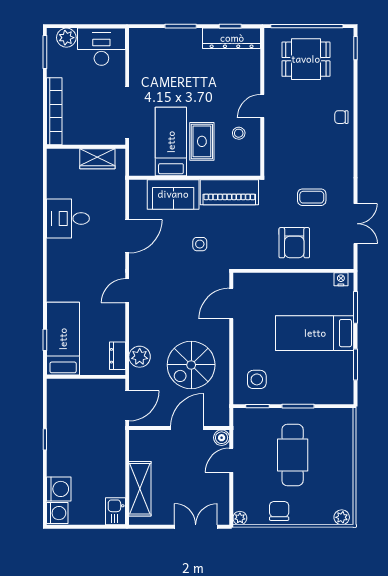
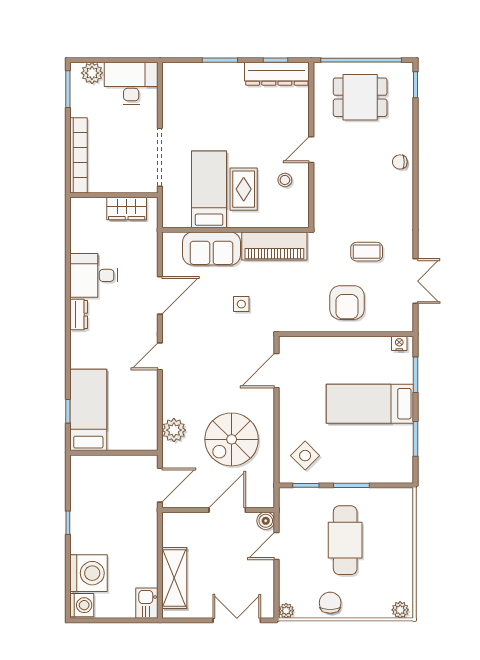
dresser: (118, 356) -> (79, 315), moved, turned 180
side table: (257, 379) -> (305, 456), turned 45
washing machine: (59, 489) -> (89, 573), width x1.37, depth x1.37

